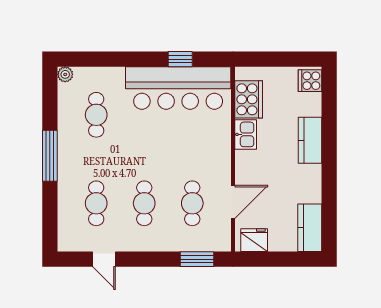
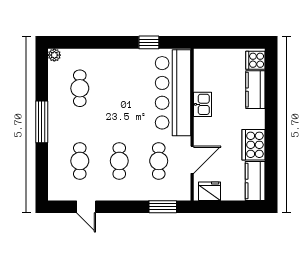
bar counter: (178, 88) -> (173, 93), moved, turned 90
cooker: (249, 99) -> (254, 145), moved, turned 180
kitchen counter: (310, 140) -> (255, 90), moved

